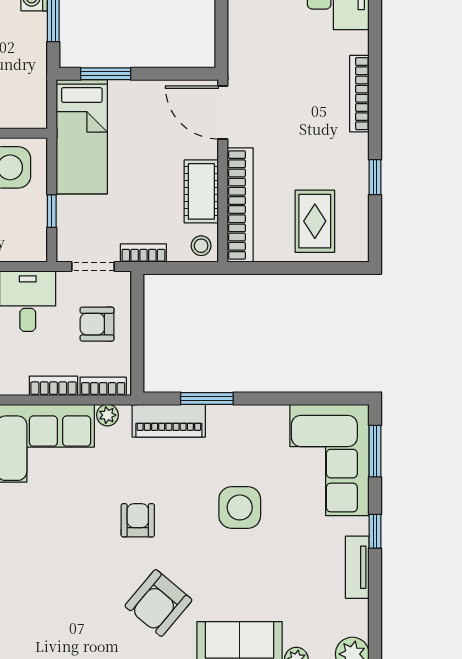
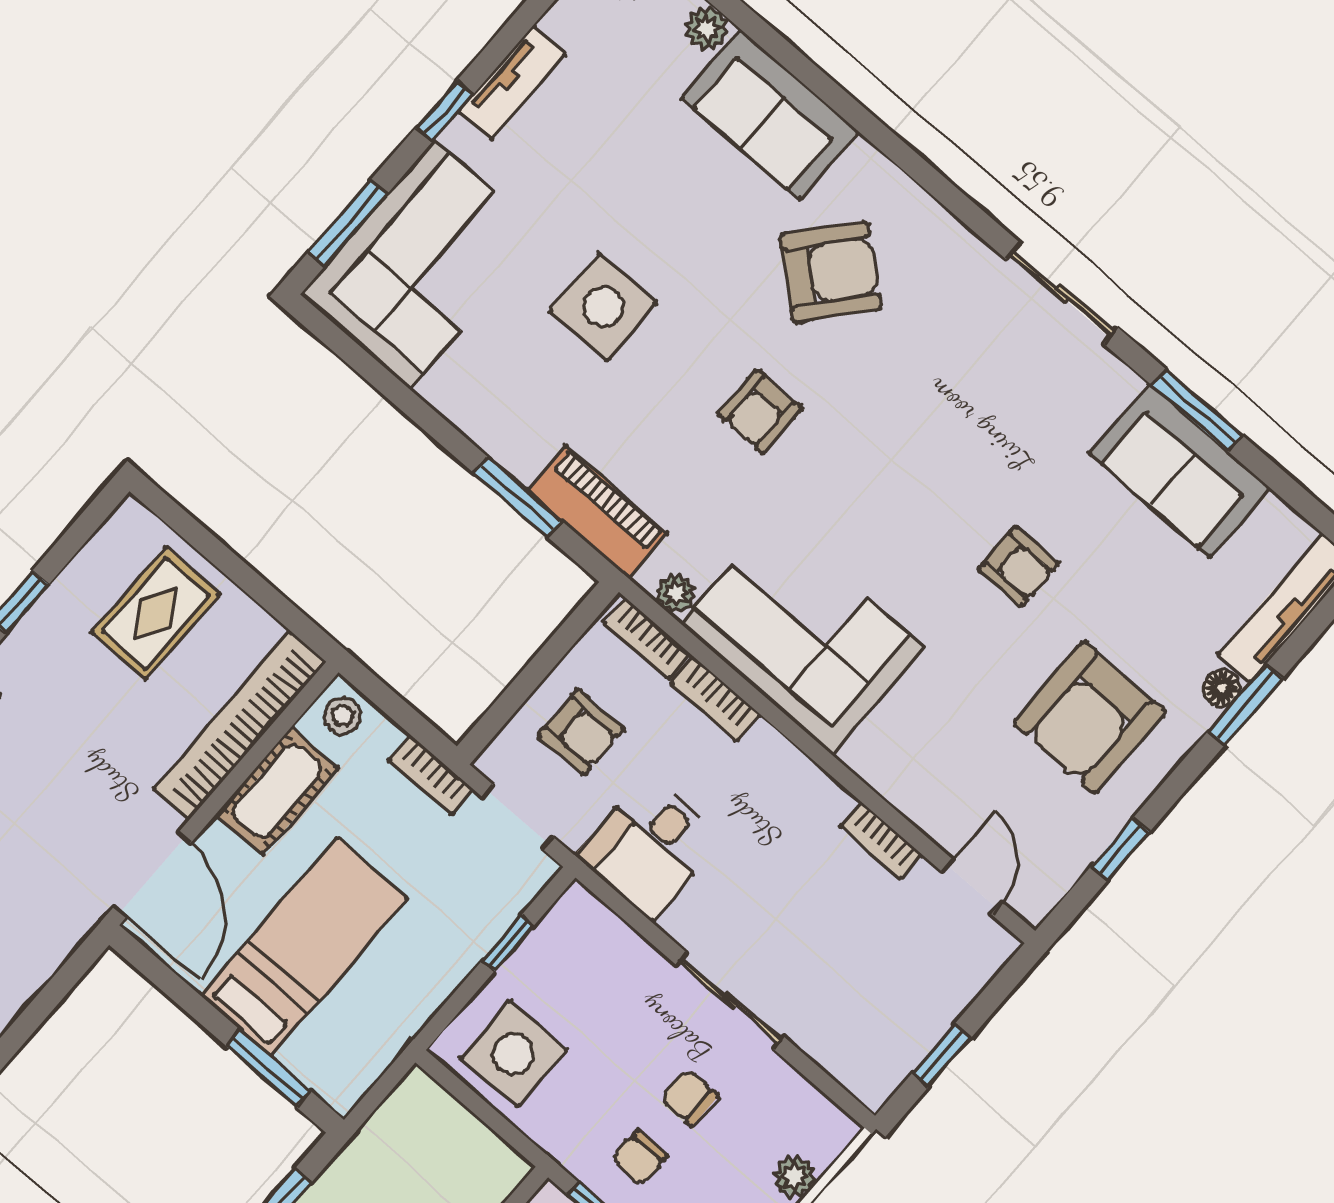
bed: (82, 137) -> (304, 947), moved

